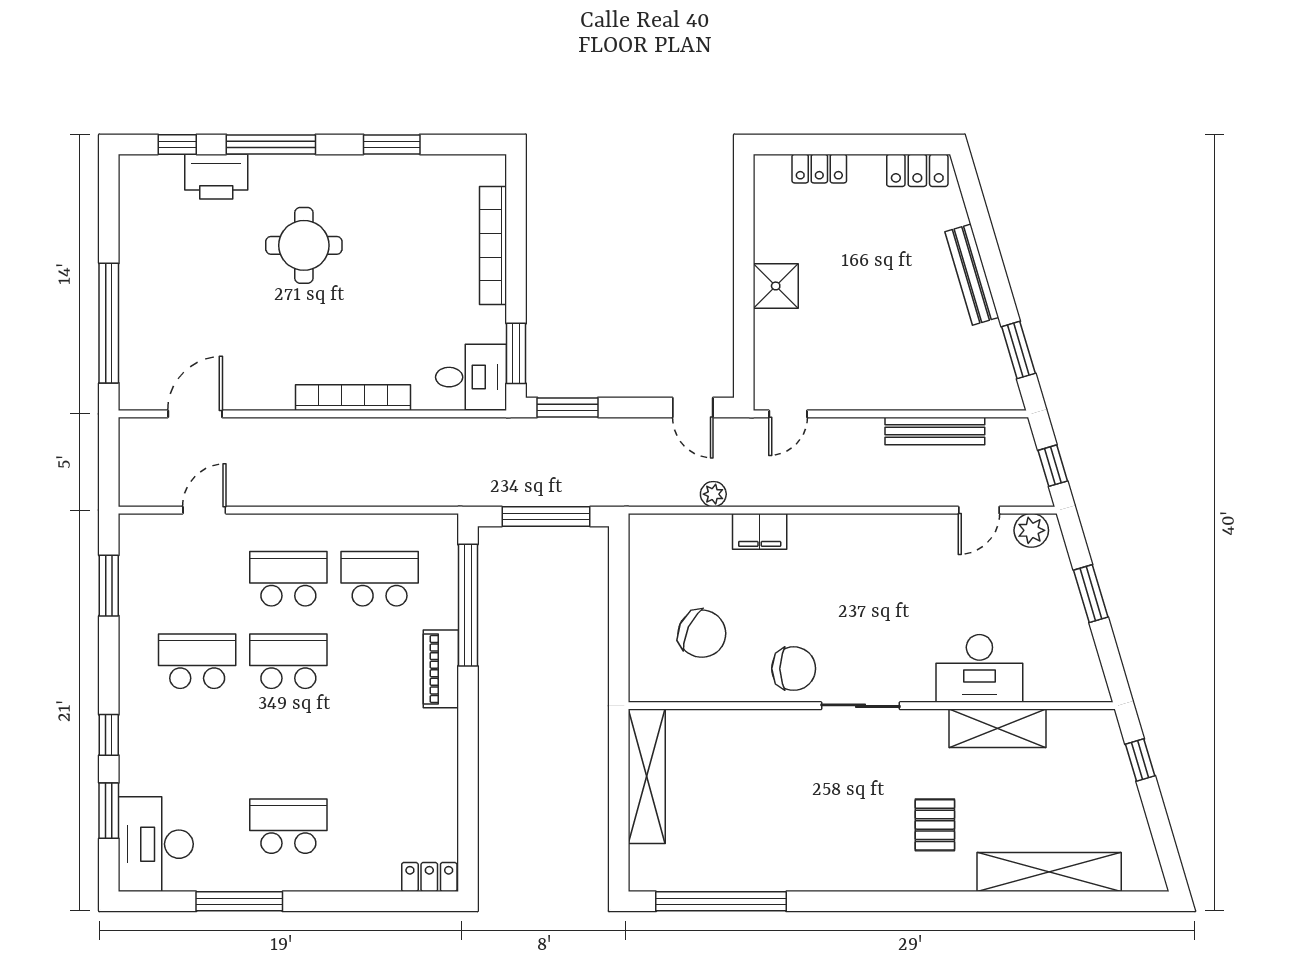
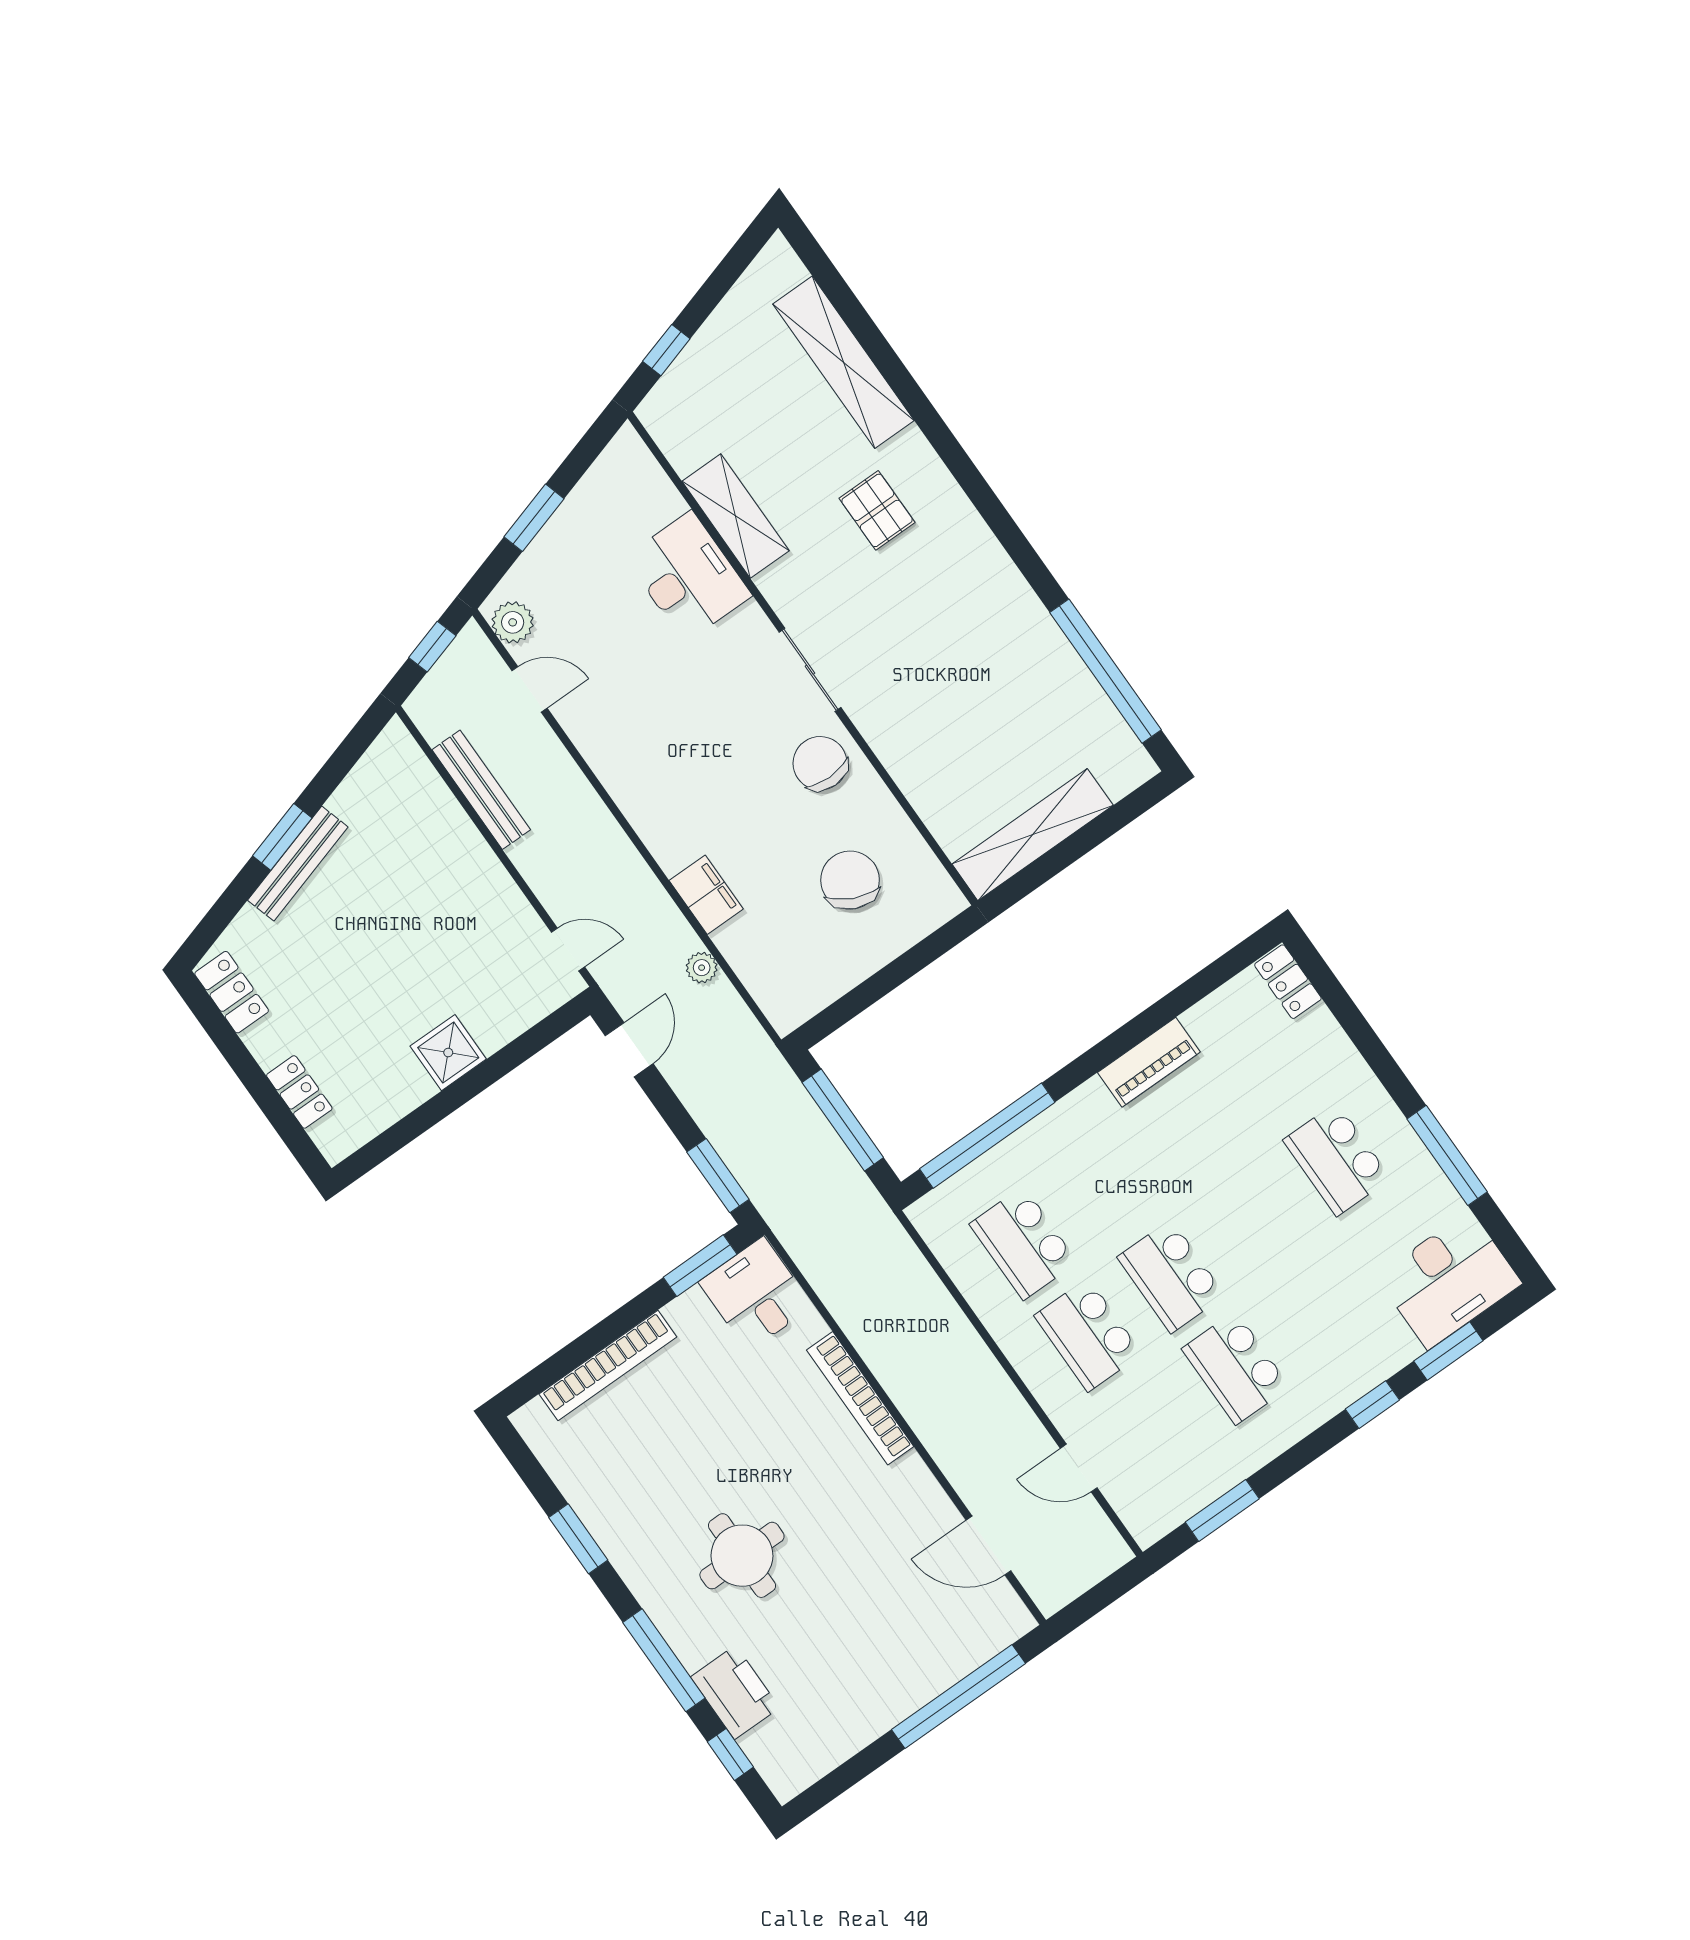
window: (1018, 350) -> (282, 837), moved
piano: (441, 669) -> (1149, 1062), moved
pallet: (935, 825) -> (877, 510), turned 90

